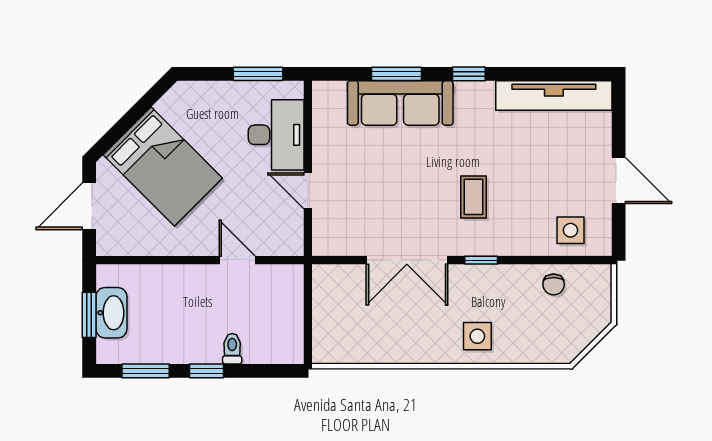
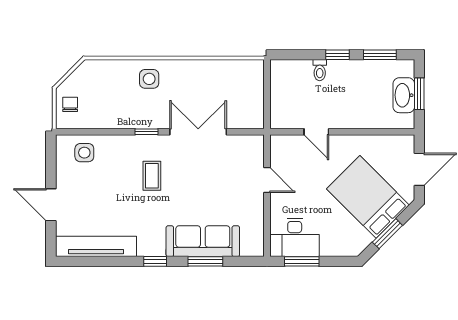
window: (135, 114) -> (387, 234), added
desk: (276, 135) -> (295, 237), moved, turned -90
door: (619, 180) -> (51, 205), moved
chair: (554, 284) -> (70, 104), moved

